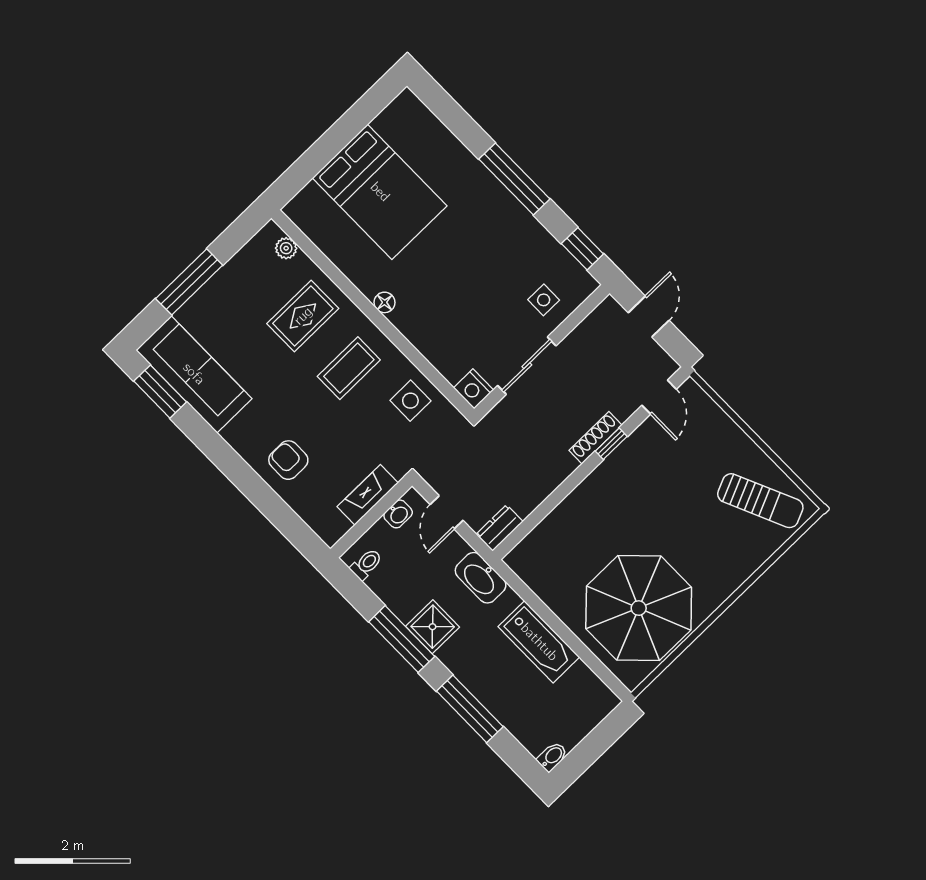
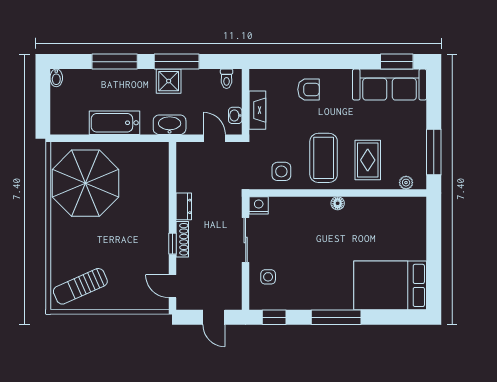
bed: (380, 192) -> (390, 285), moved
window: (189, 282) -> (434, 152), moved
coffee table: (349, 368) -> (324, 158), width x1.36, depth x1.32
dresser: (500, 528) -> (184, 206), moved

